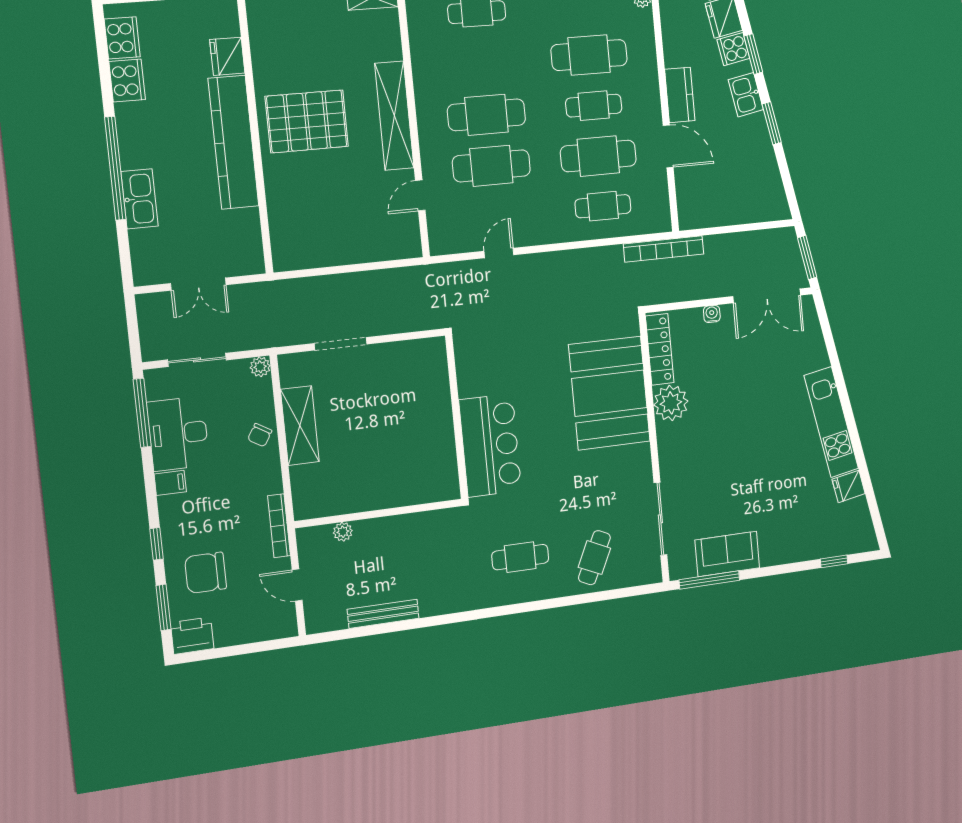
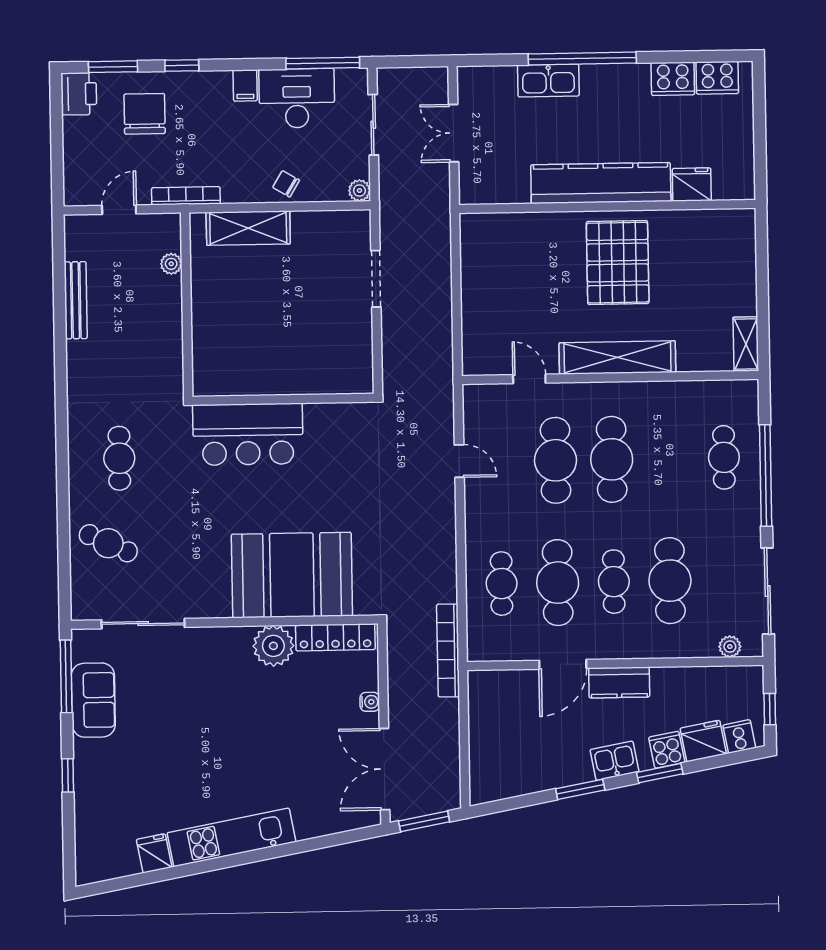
shelving: (300, 426) -> (248, 228), moved
window: (834, 561) -> (68, 775), moved

